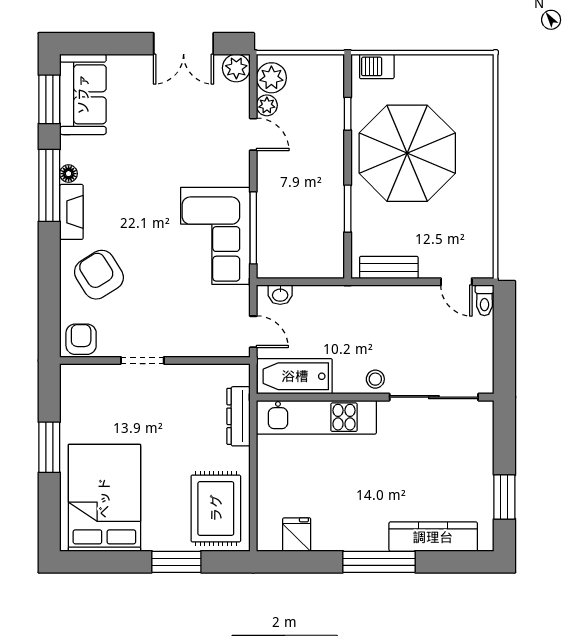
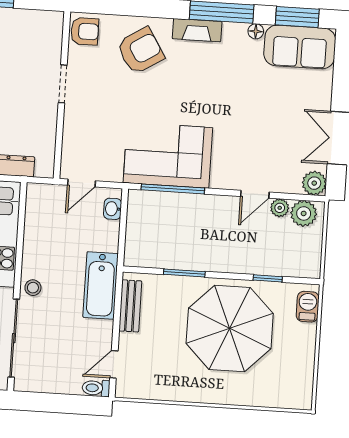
floor lamp: (69, 174) -> (256, 31), moved
bathtub: (295, 376) -> (101, 285), moved, turned 180

